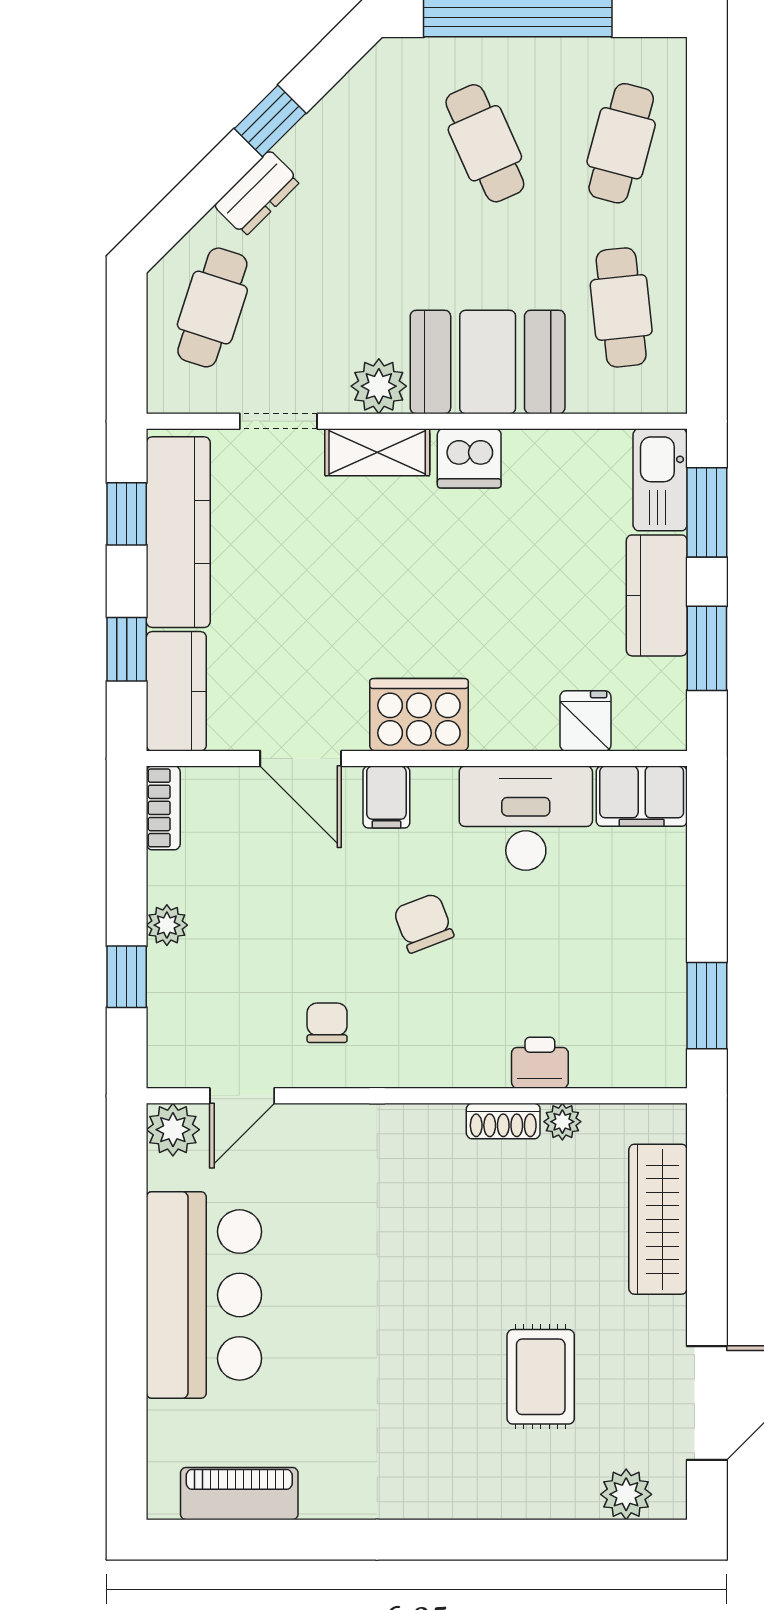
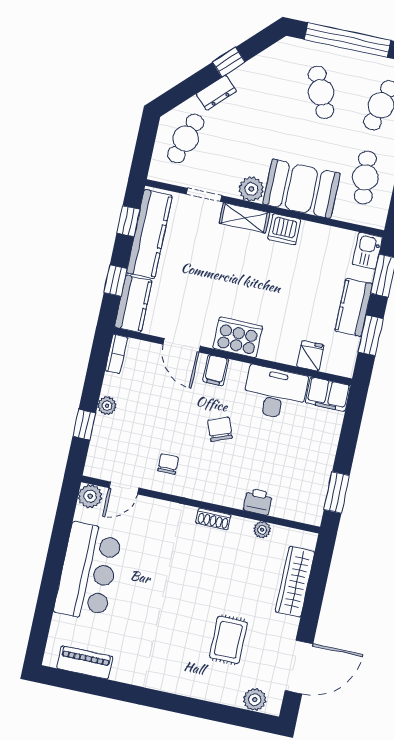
kitchen sink: (660, 480) -> (367, 251), width x0.73
shoe rack: (503, 1121) -> (213, 519), moved

